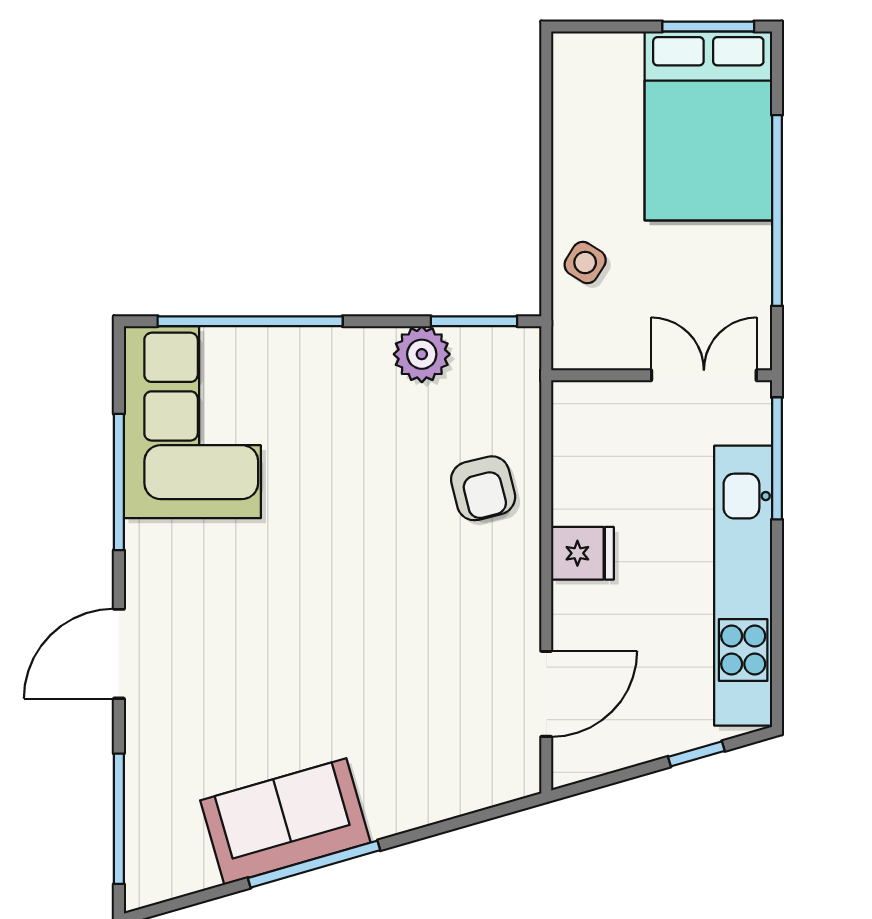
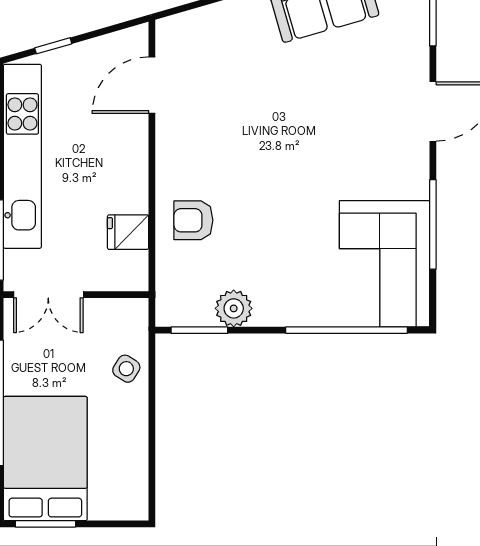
armchair: (483, 488) -> (193, 220), turned -76
fridge: (582, 553) -> (128, 232), moved

